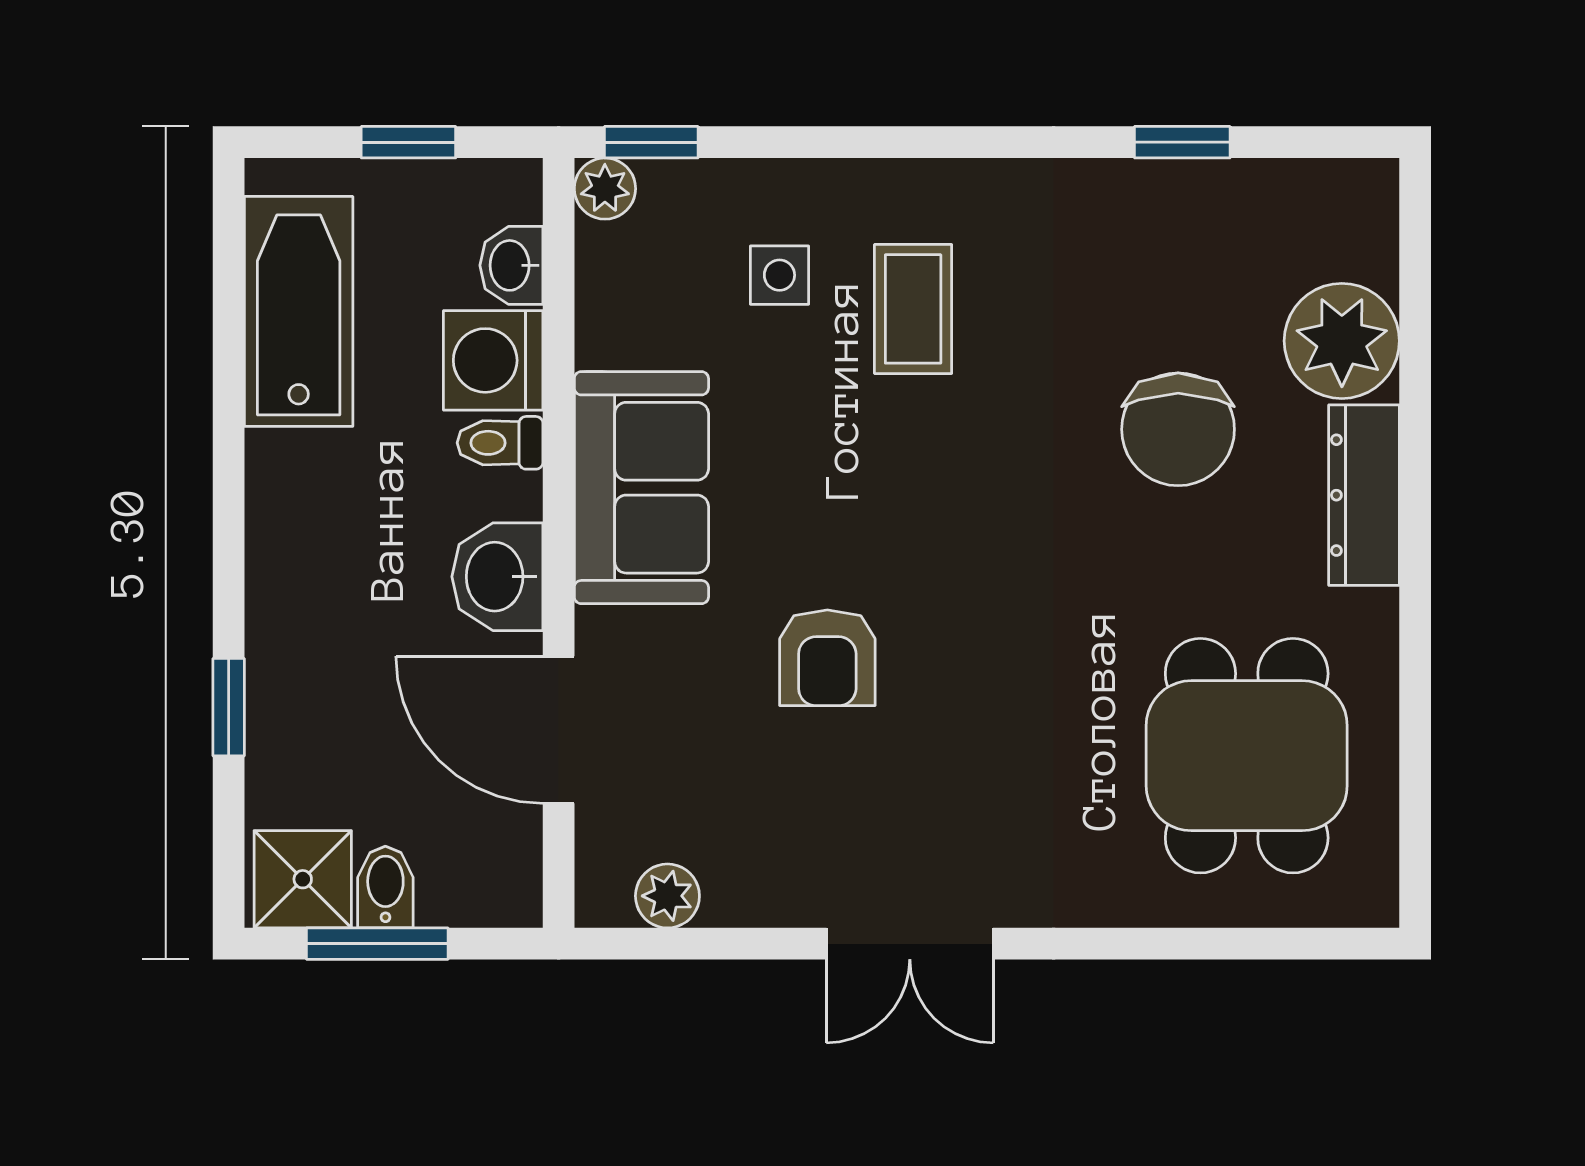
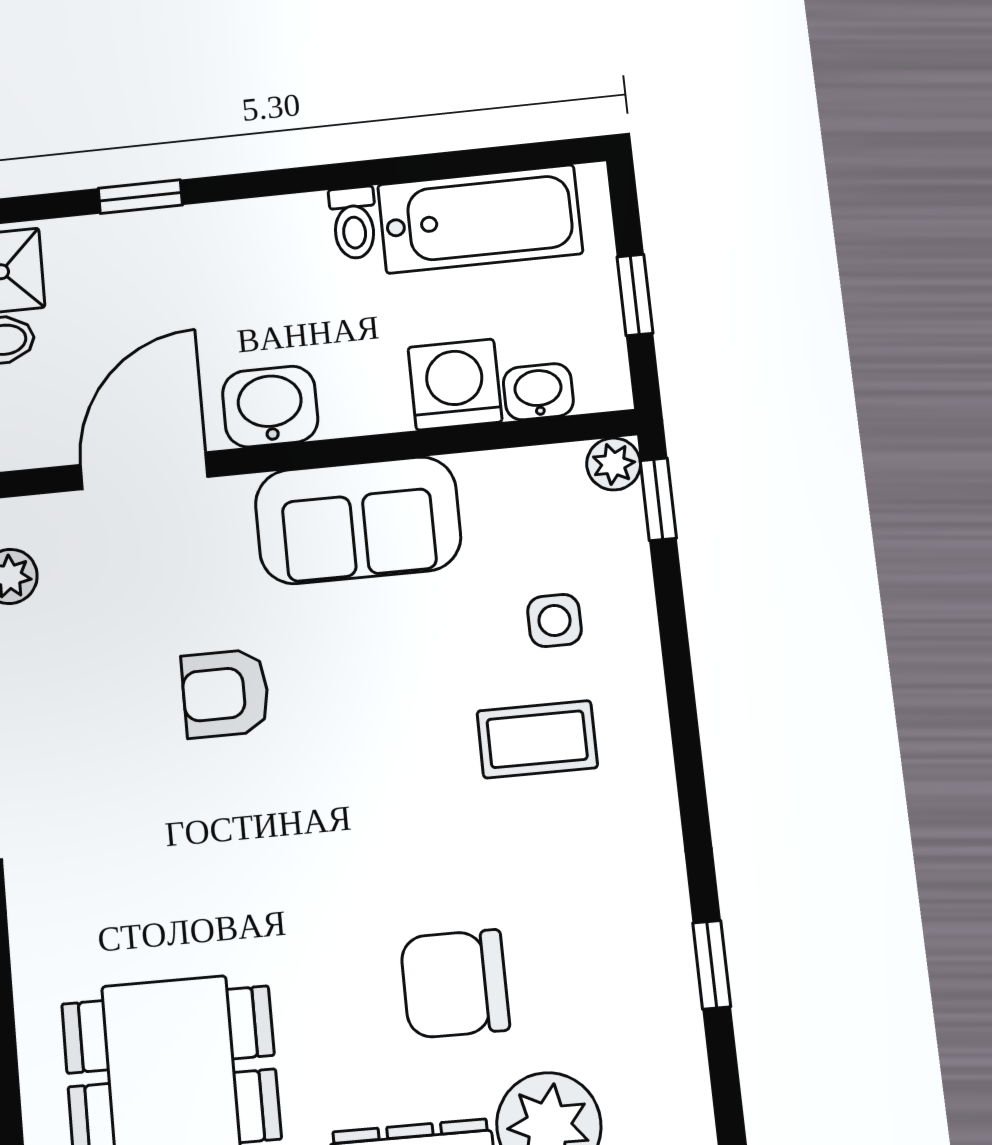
toilet: (500, 443) -> (354, 223), moved, turned 180

